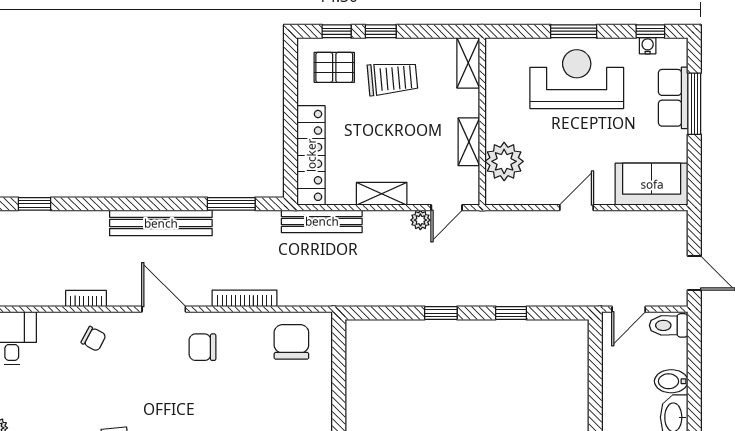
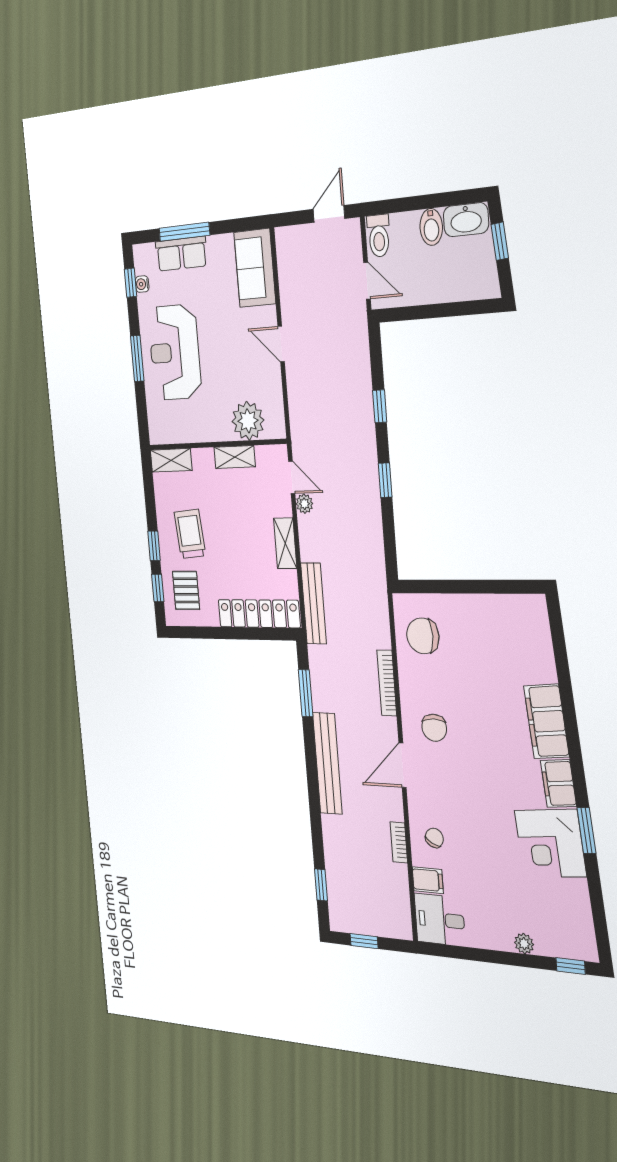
filing cabinet: (50, 328) -> (428, 880), added

